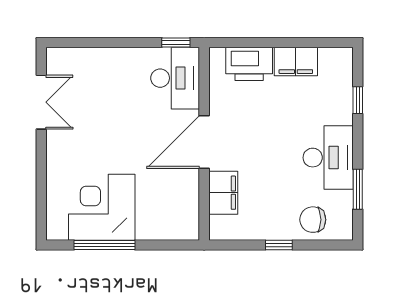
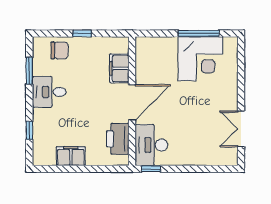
printer: (249, 64) -> (118, 139), moved, turned -90
desk: (328, 158) -> (49, 92), width x0.73

